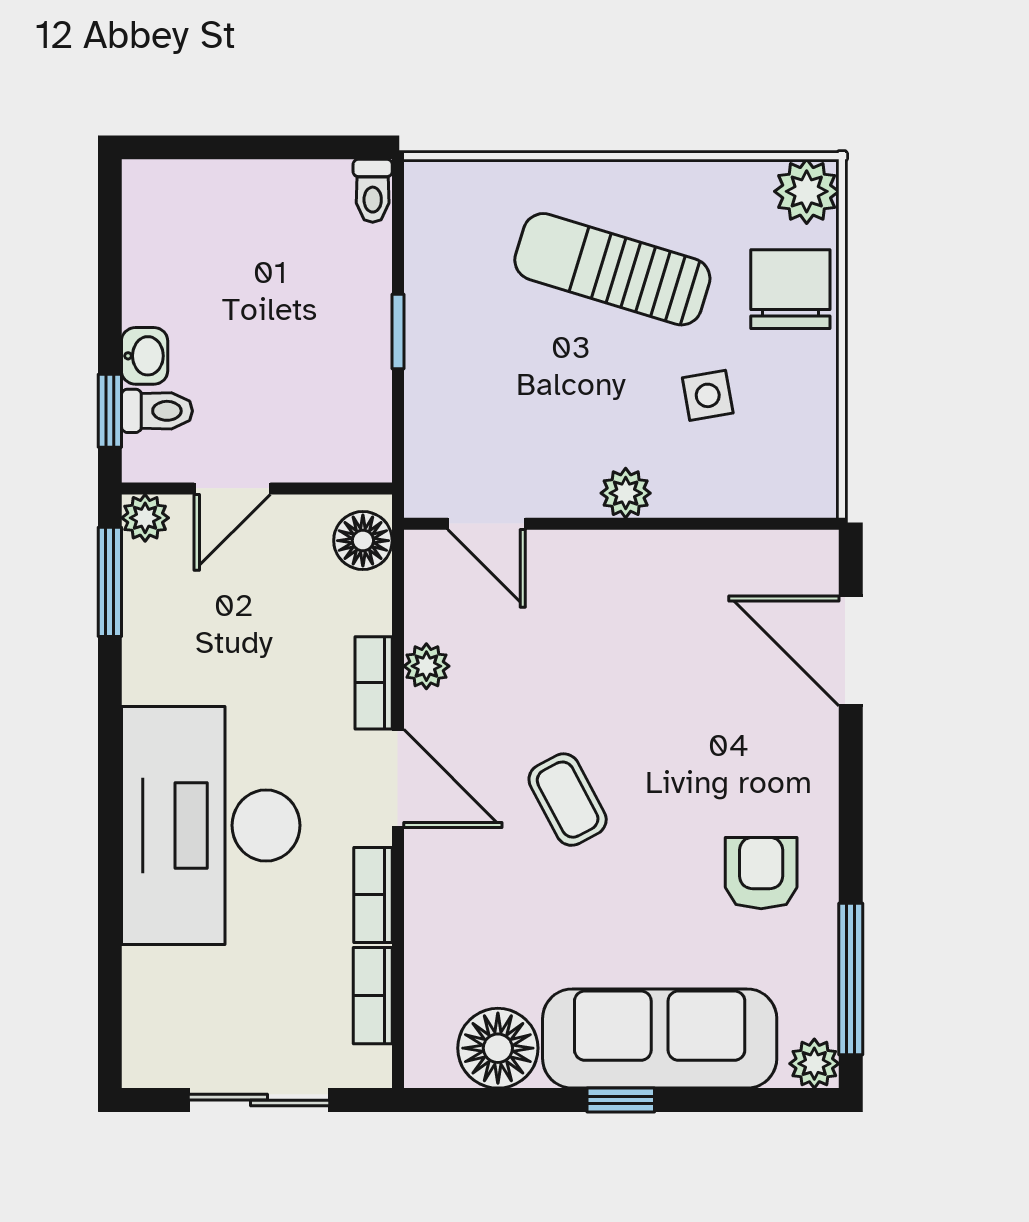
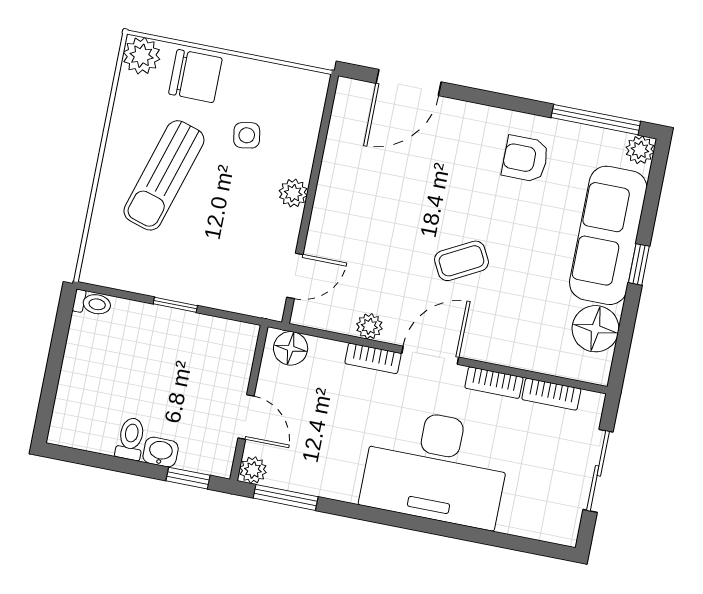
chair: (790, 289) -> (195, 76), turned 180
toilet: (157, 411) -> (131, 439), moved

